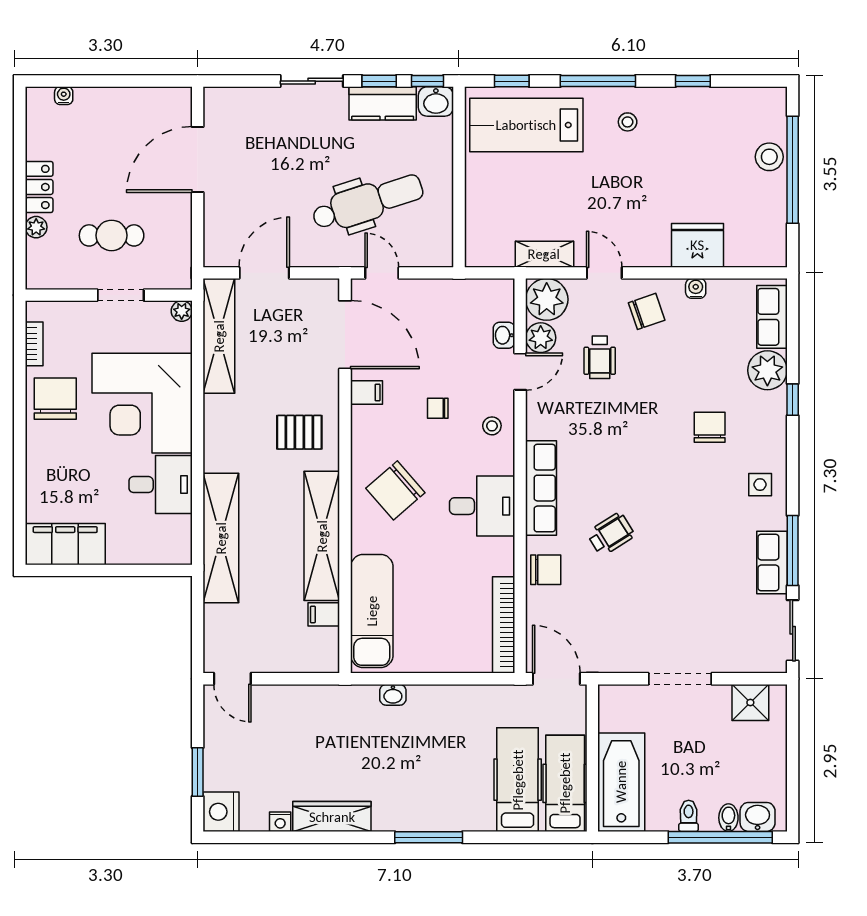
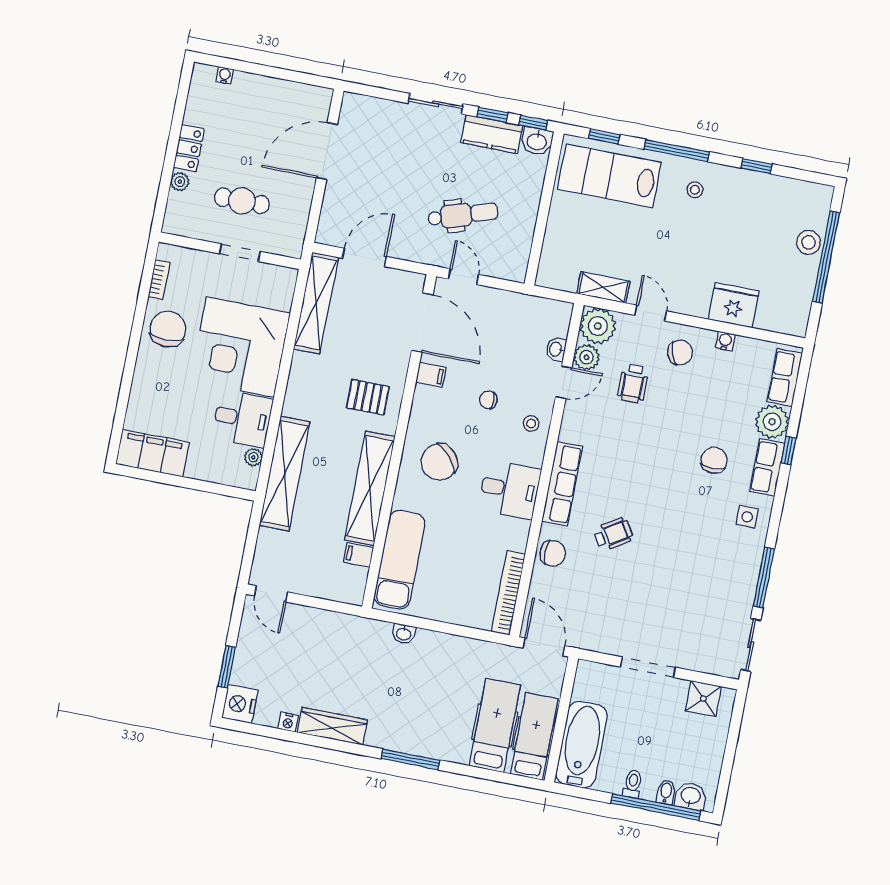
dental chair: (368, 202) -> (463, 215), width x0.73, depth x0.72
plant: (182, 311) -> (253, 457), moved
row of seats: (772, 562) -> (767, 467), moved

